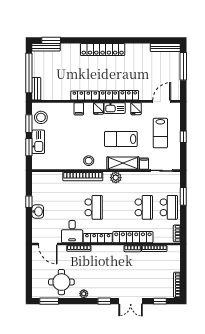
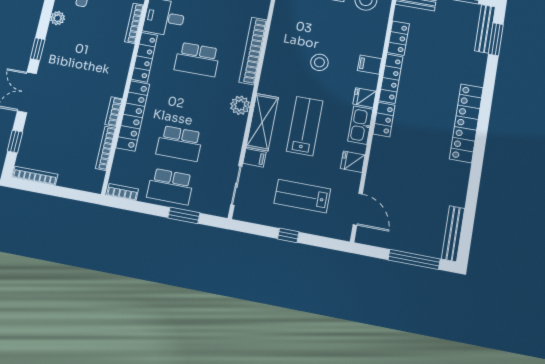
locker: (129, 95) -> (398, 38), moved
stool: (89, 161) -> (319, 62), moved

